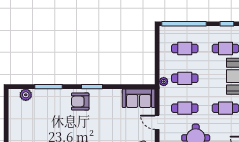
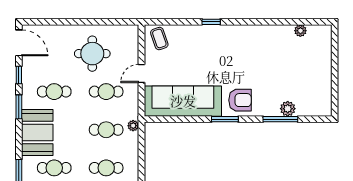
plant: (26, 95) -> (288, 109), moved
sofa: (139, 98) -> (183, 101), width x1.85, depth x1.27
door: (157, 122) -> (142, 73), swing flipped

